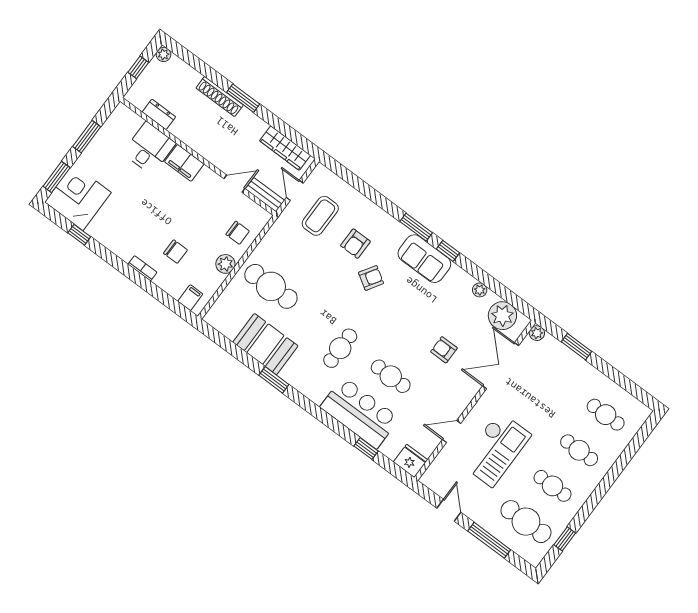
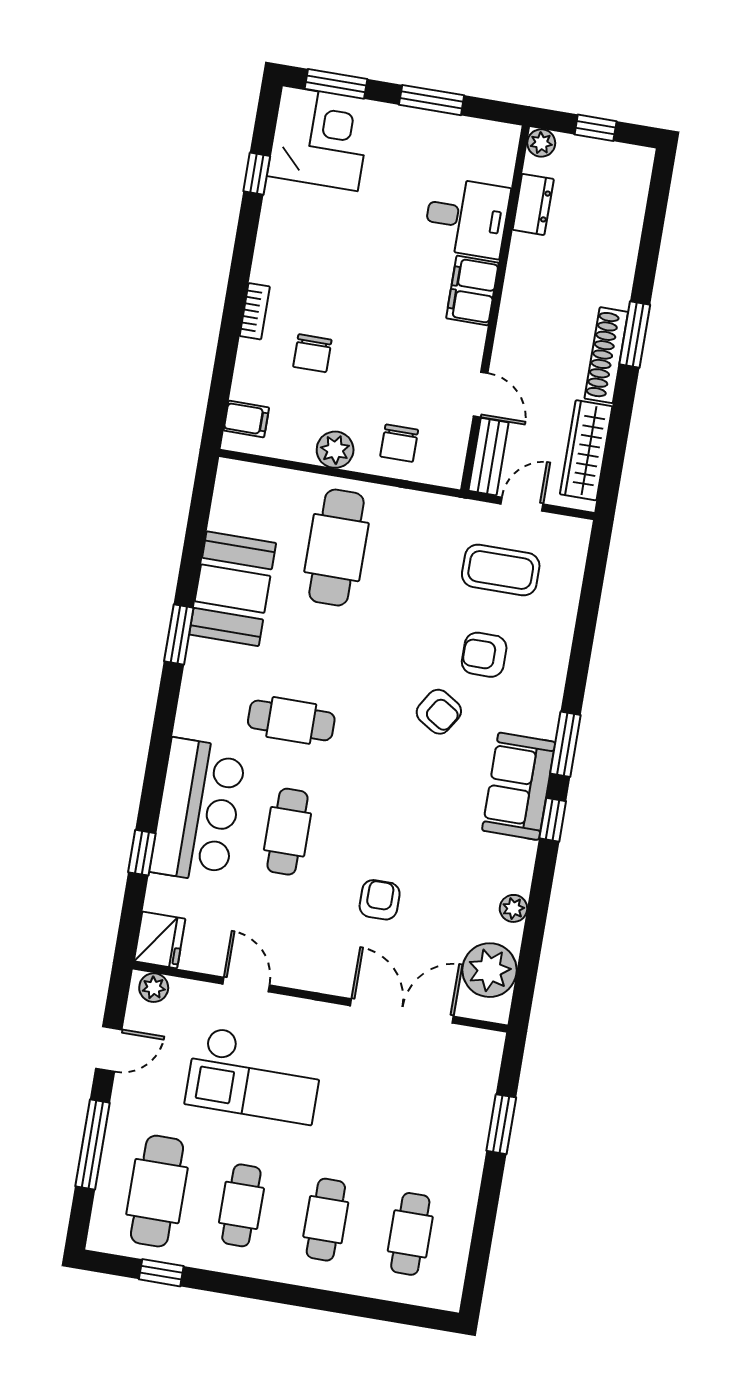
plant: (163, 54) -> (541, 143), moved
shoe rack: (220, 97) -> (606, 355), moved
plant: (537, 333) -> (154, 988), moved

